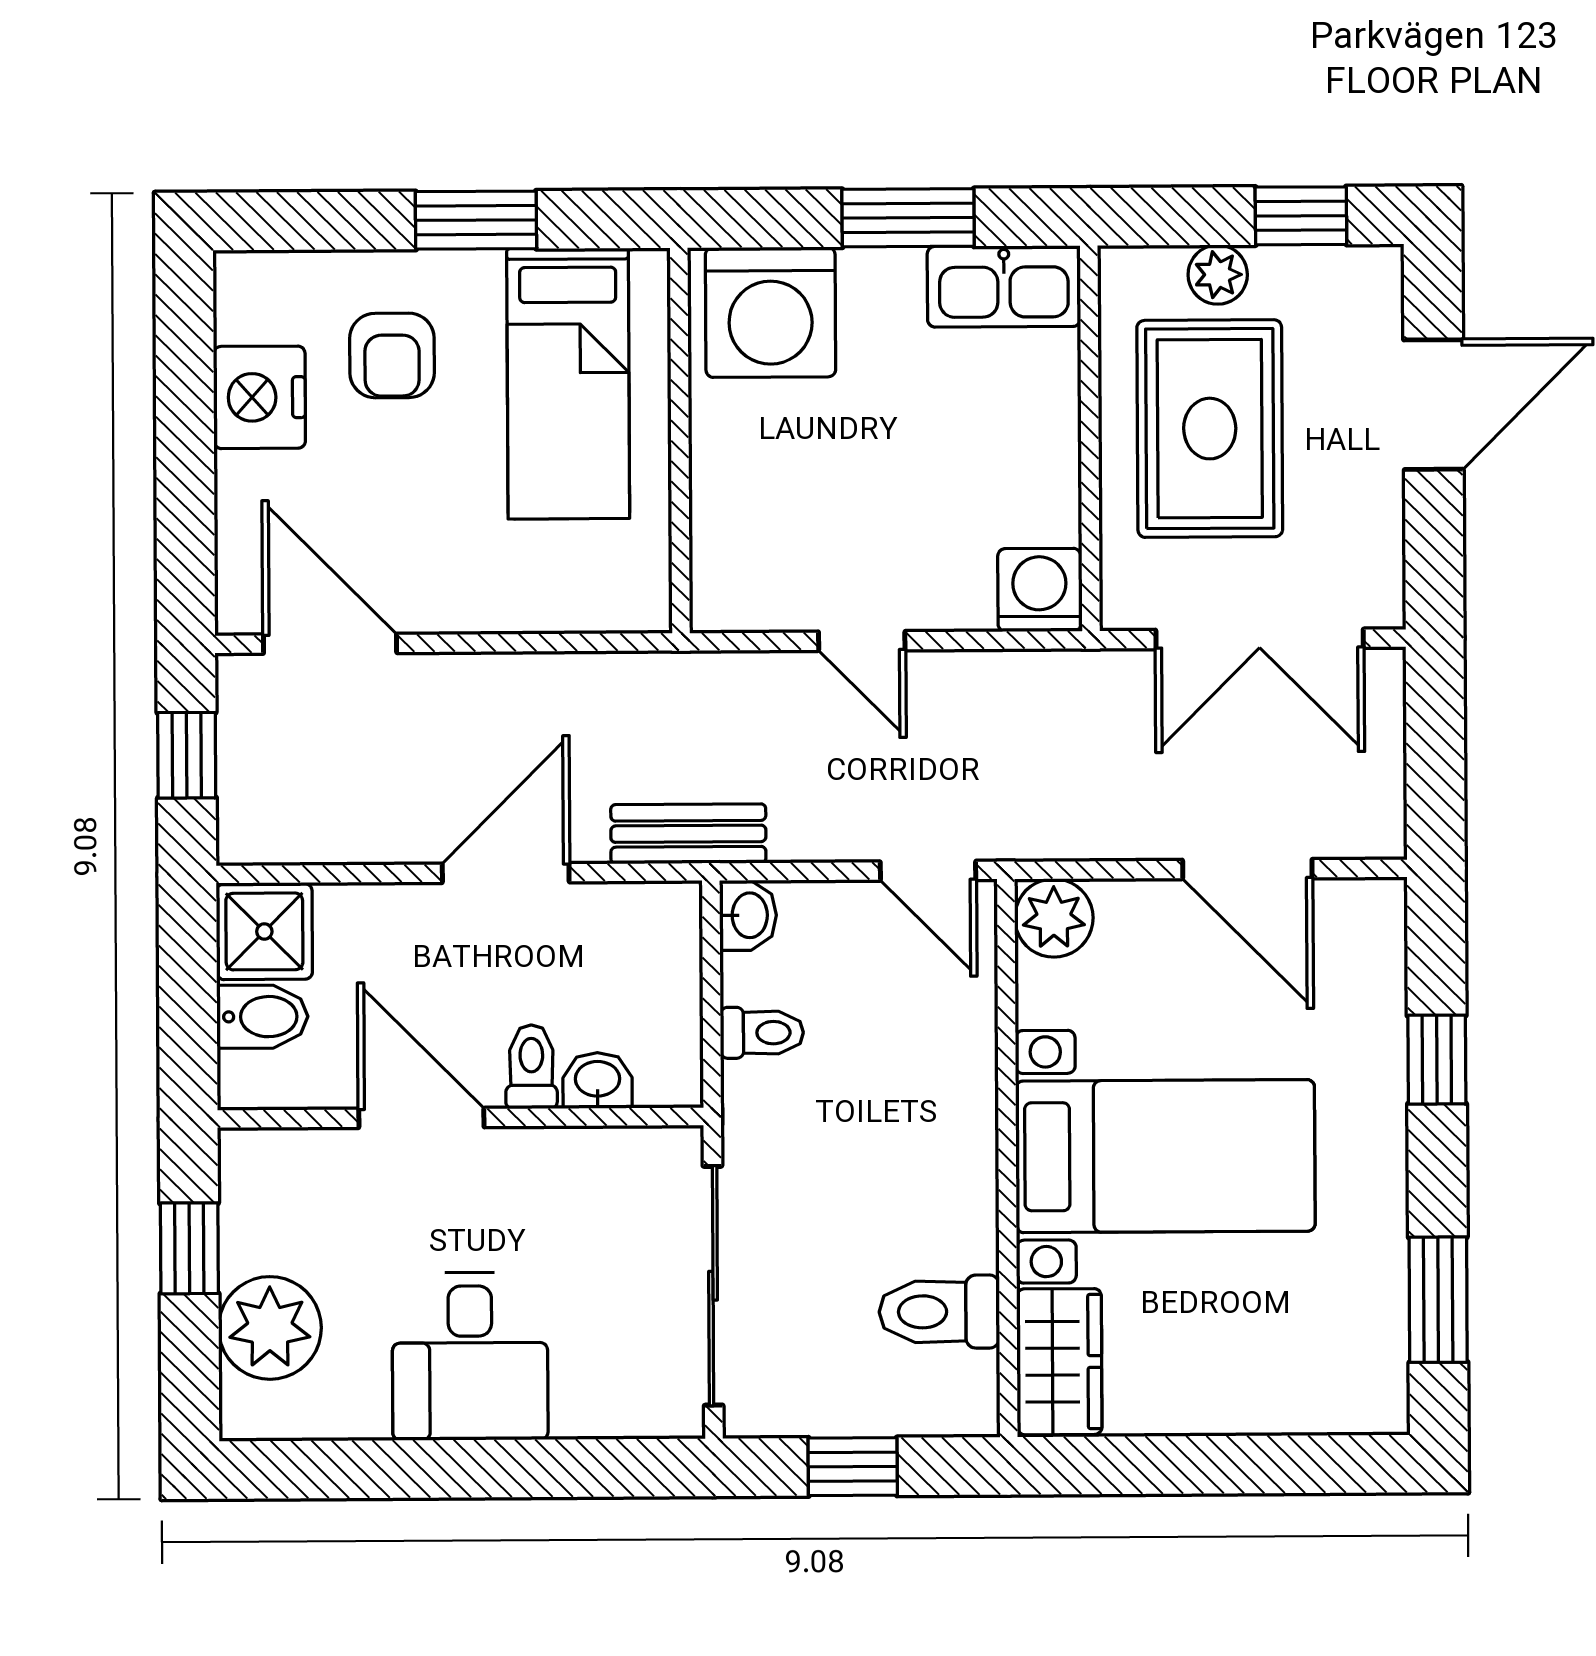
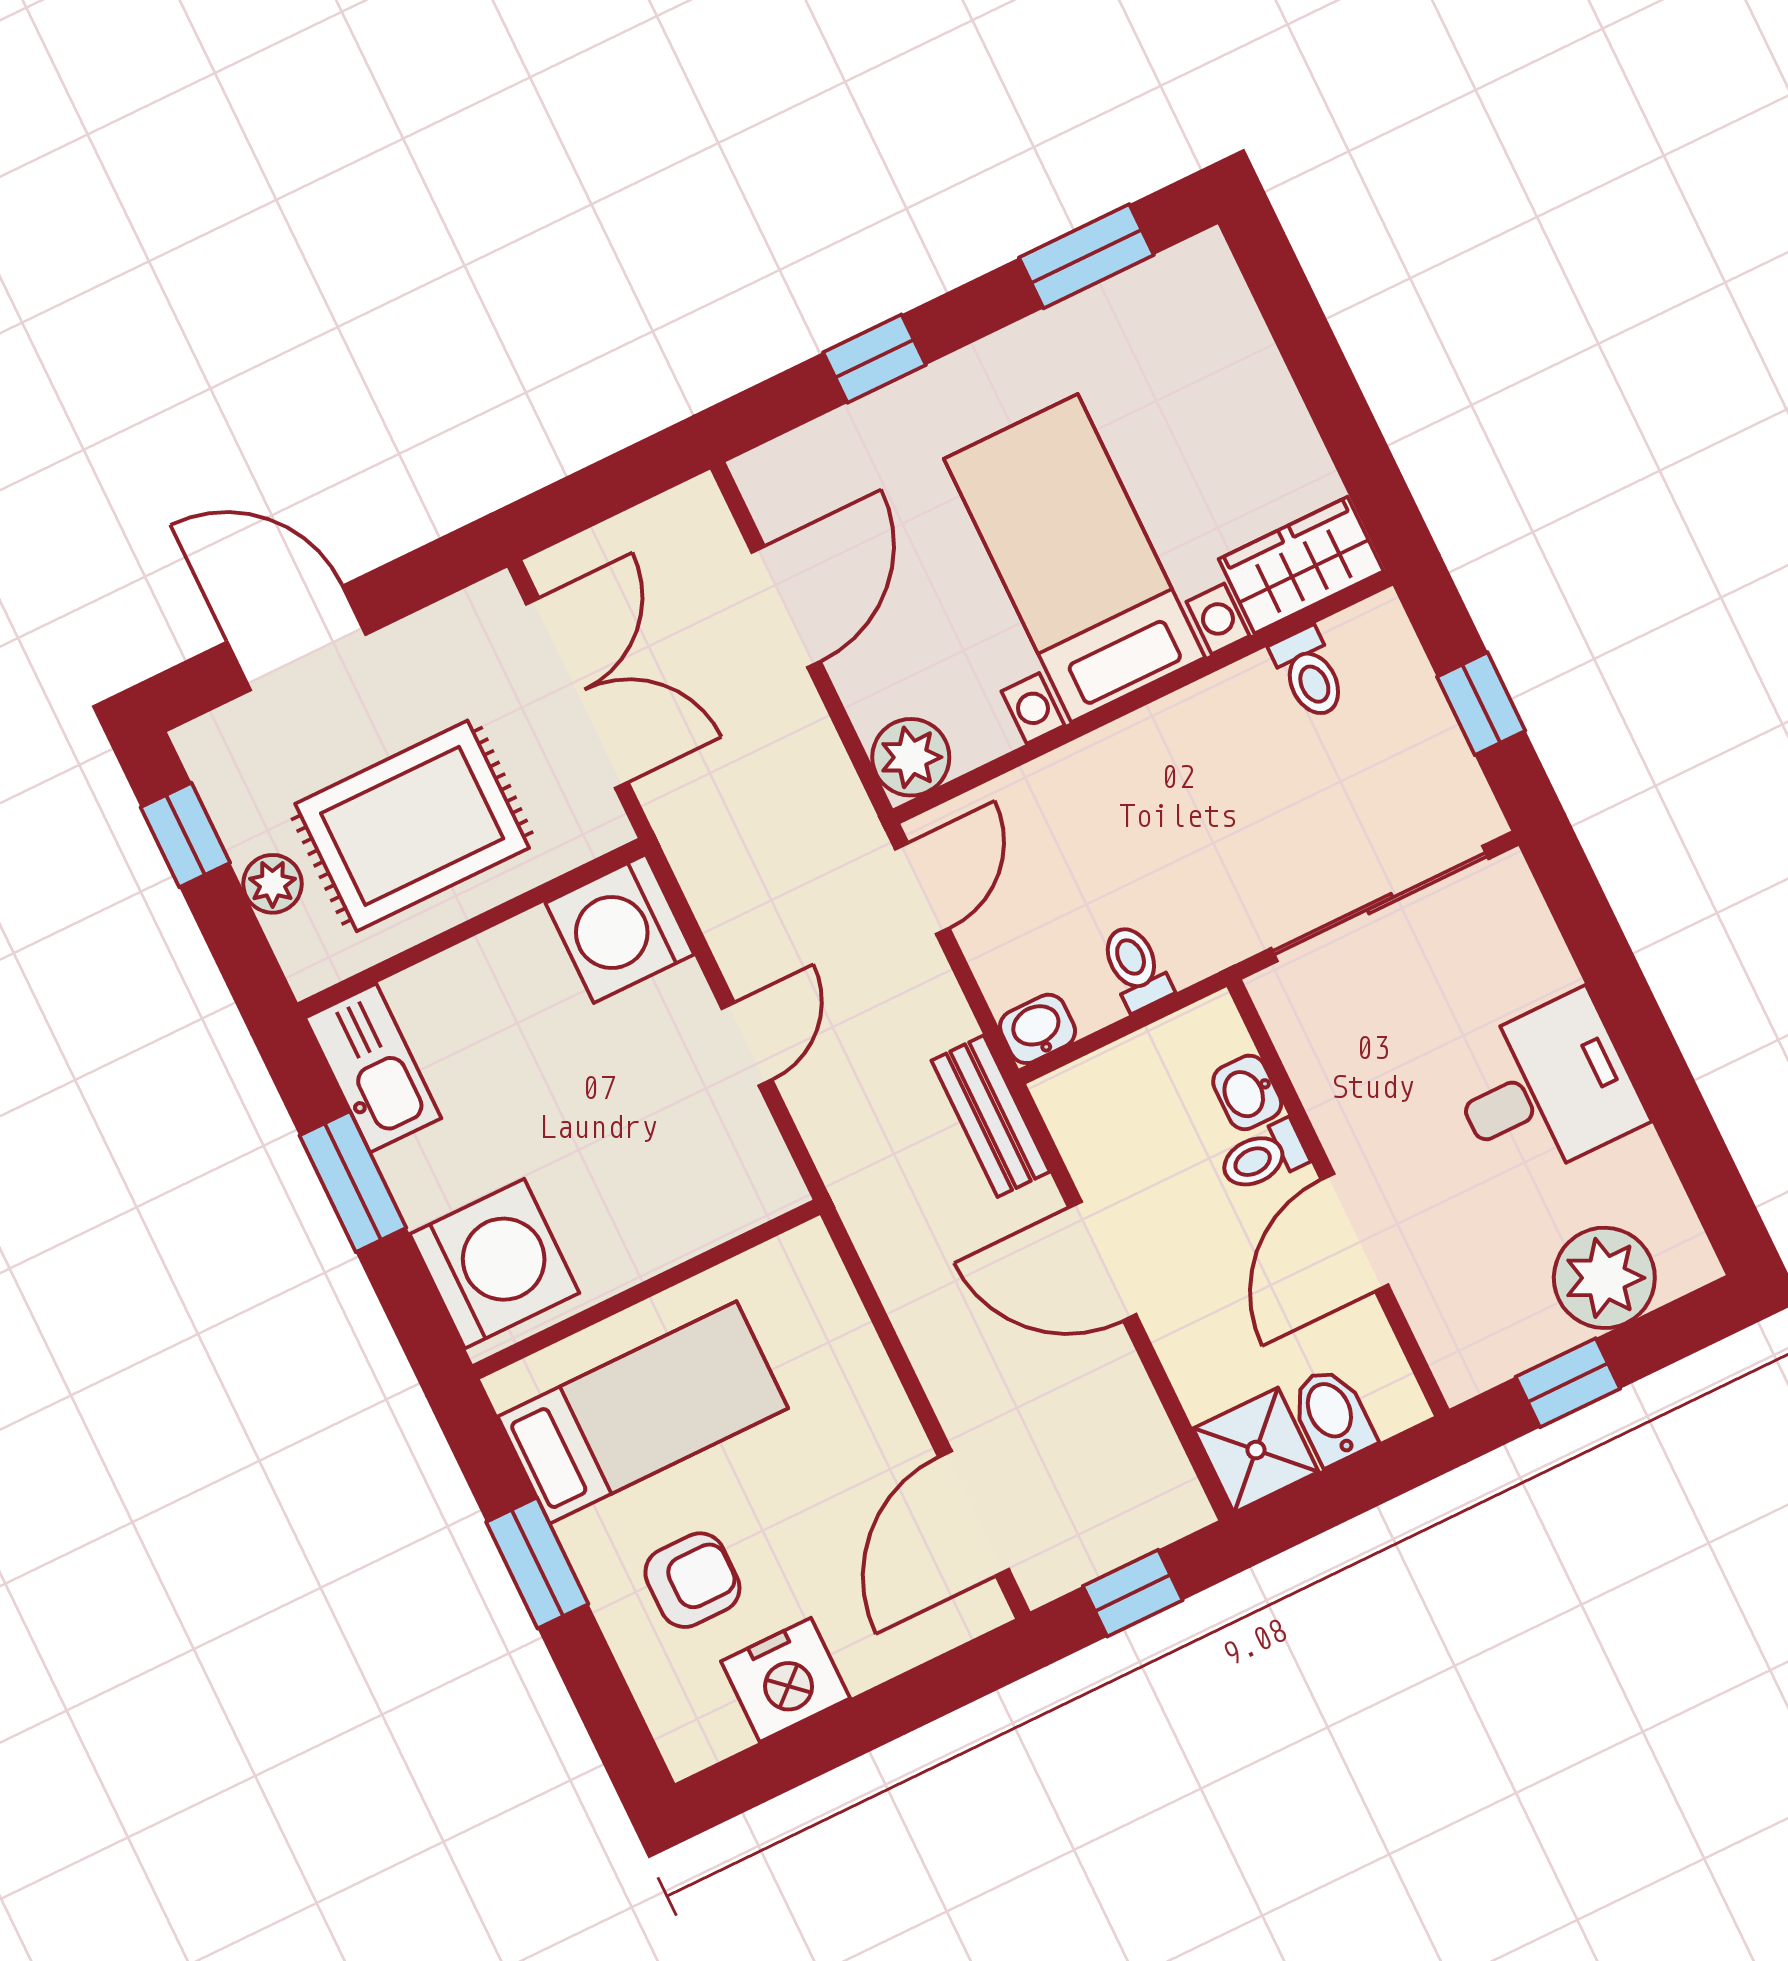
washing machine: (1039, 590) -> (620, 929), width x1.37, depth x1.37
toilet: (939, 1312) -> (1309, 673), width x0.73, depth x0.72

